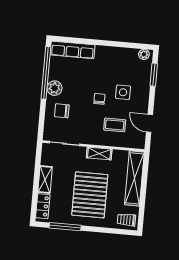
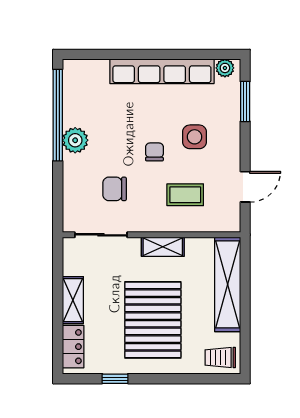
row of seats: (73, 50) -> (162, 71), moved, width x1.36
chair: (62, 111) -> (115, 189), moved
door: (149, 123) -> (245, 187), swing flipped
window: (65, 227) -> (115, 379), width x0.46

